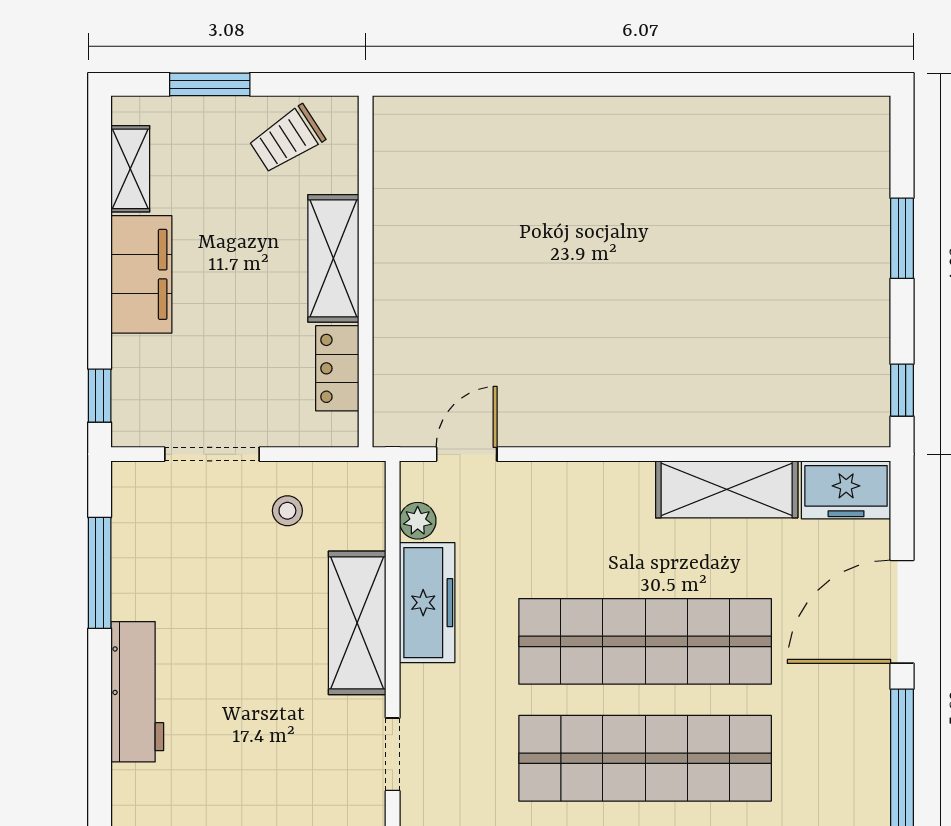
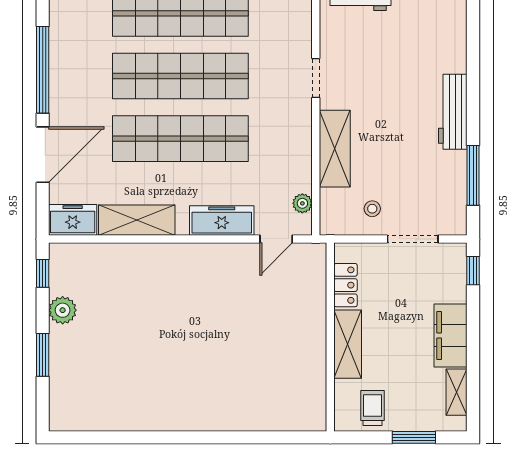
trolley: (287, 139) -> (373, 408), turned -57
plant: (865, 322) -> (63, 310), added
freezer: (427, 603) -> (222, 221), moved, turned 90

